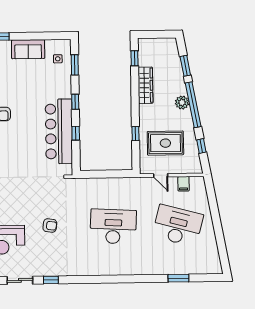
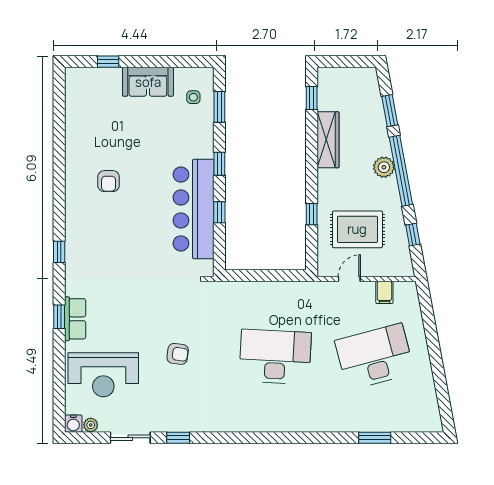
door: (161, 175) -> (349, 279), swing flipped
desk: (178, 226) -> (375, 357), turned -30

